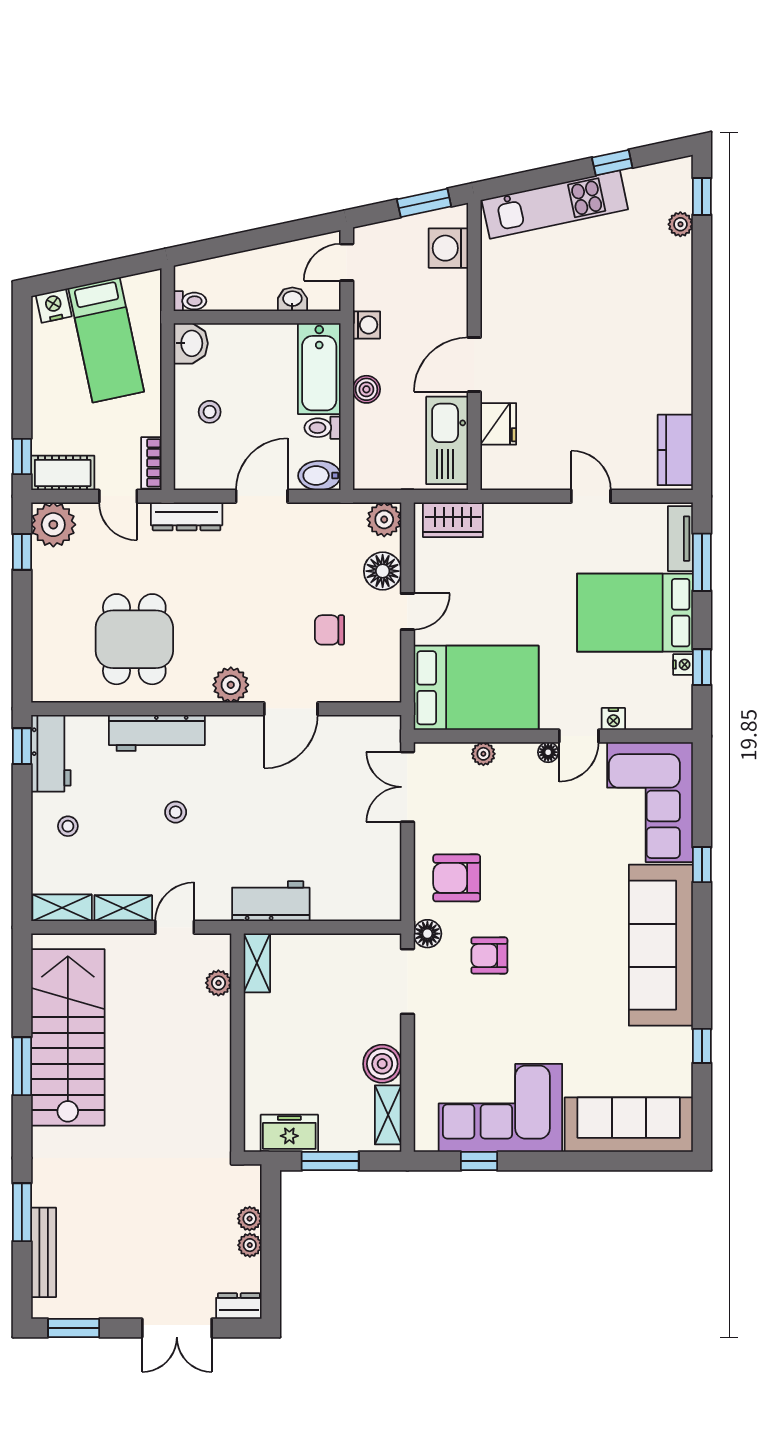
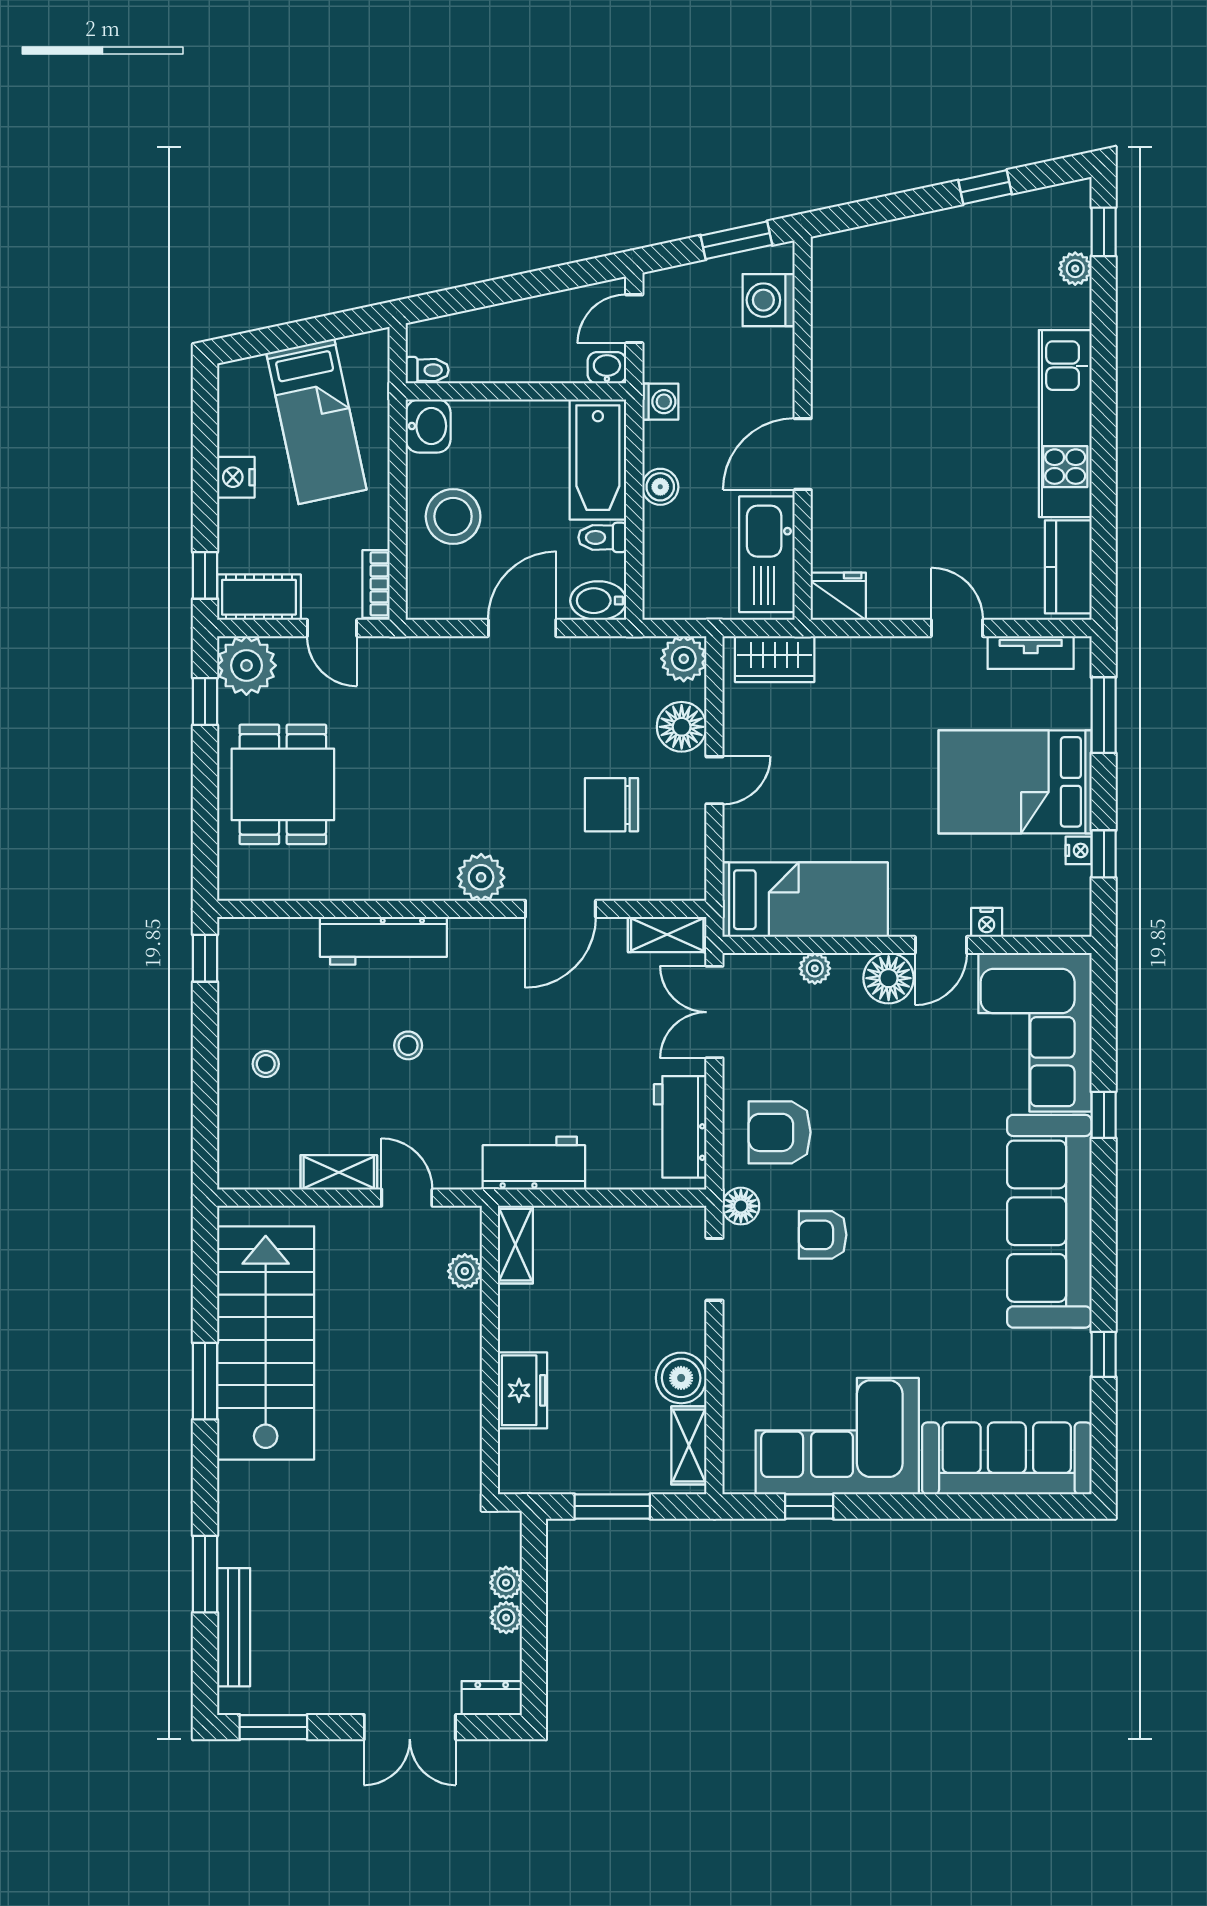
kitchen unit: (555, 205) -> (1065, 424), moved, turned 102
washbasin: (292, 299) -> (607, 368), moved
nightstand: (54, 306) -> (236, 477), moved, turned -78
stool: (210, 412) -> (453, 516), width x1.89, depth x1.89
fridge: (498, 424) -> (838, 596), moved, turned -90
dresser: (187, 516) -> (423, 655), removed
tv unit: (680, 539) -> (1031, 652), moved, turned -90
chair: (330, 630) -> (611, 805), width x1.37, depth x1.37
dining table: (134, 639) -> (283, 784), moved
bed: (476, 688) -> (805, 900), width x0.67
floor lamp: (548, 752) -> (889, 978), width x1.89, depth x1.89
workbench: (51, 753) -> (680, 1127), moved, turned 180
shelving: (62, 908) -> (667, 934), moved
door: (175, 927) -> (407, 1198), hinge flipped
doorway: (407, 982) -> (714, 1269), width x0.73
freezer: (289, 1133) -> (522, 1390), moved, turned 90

